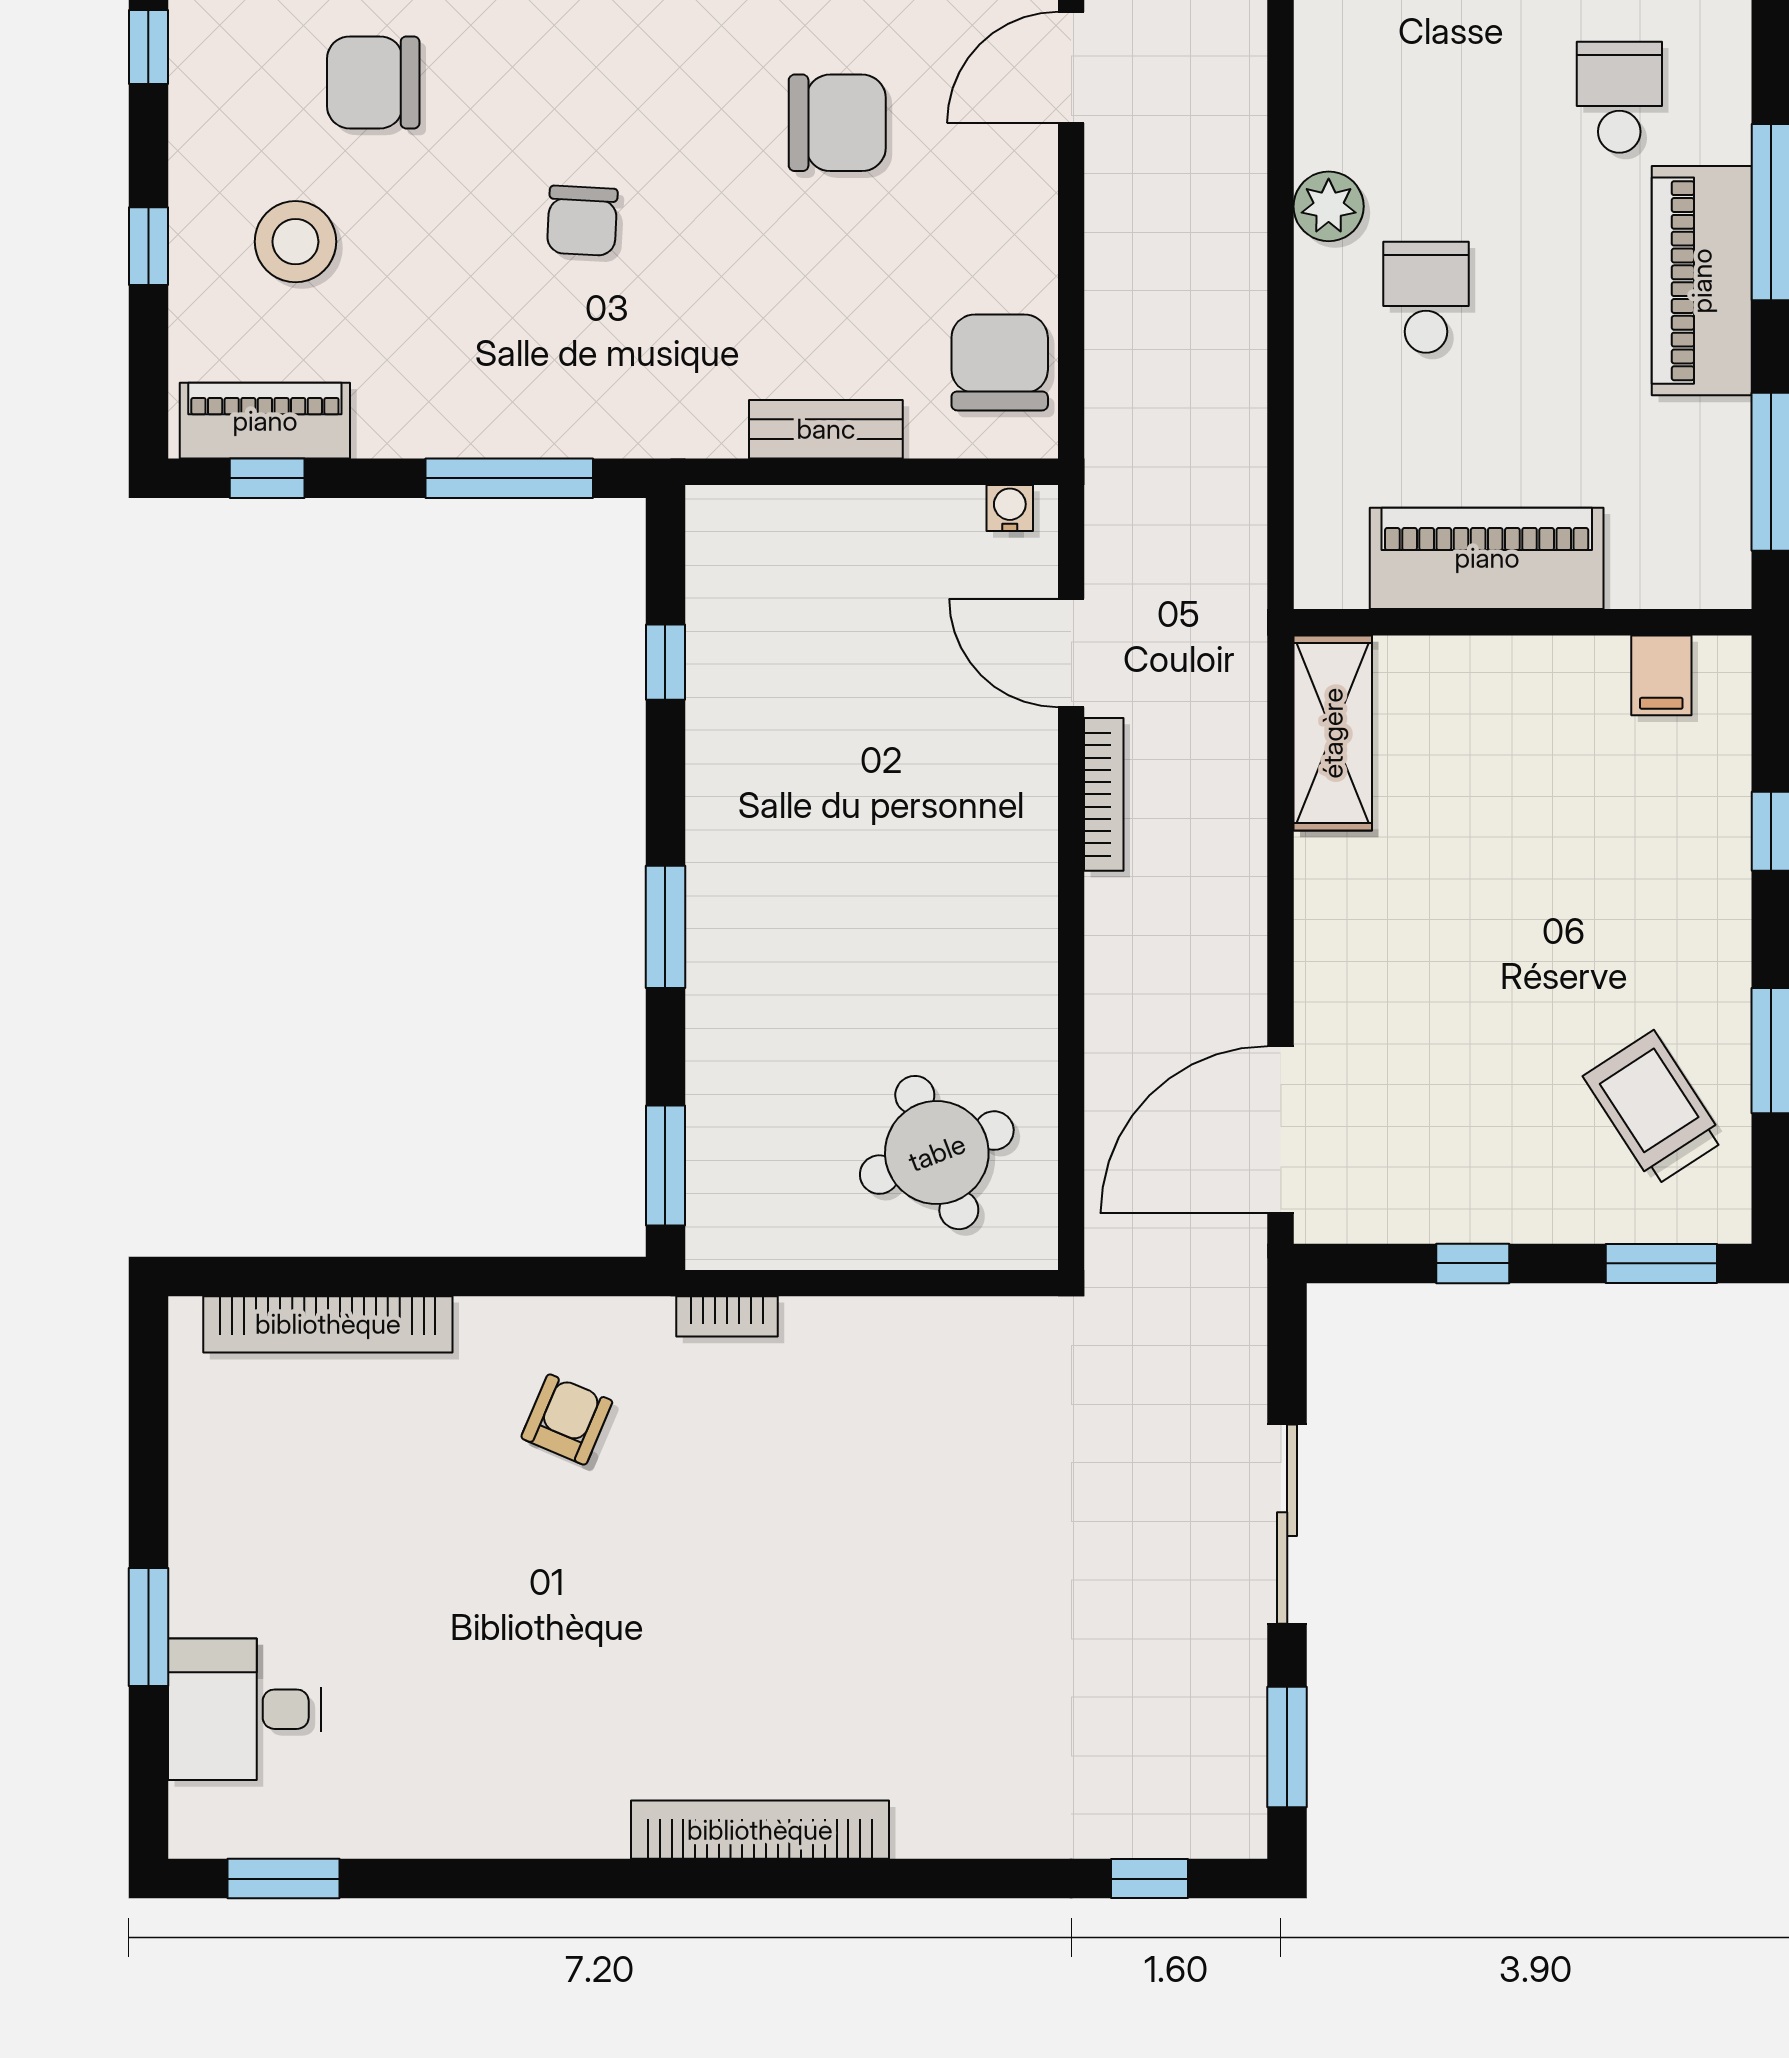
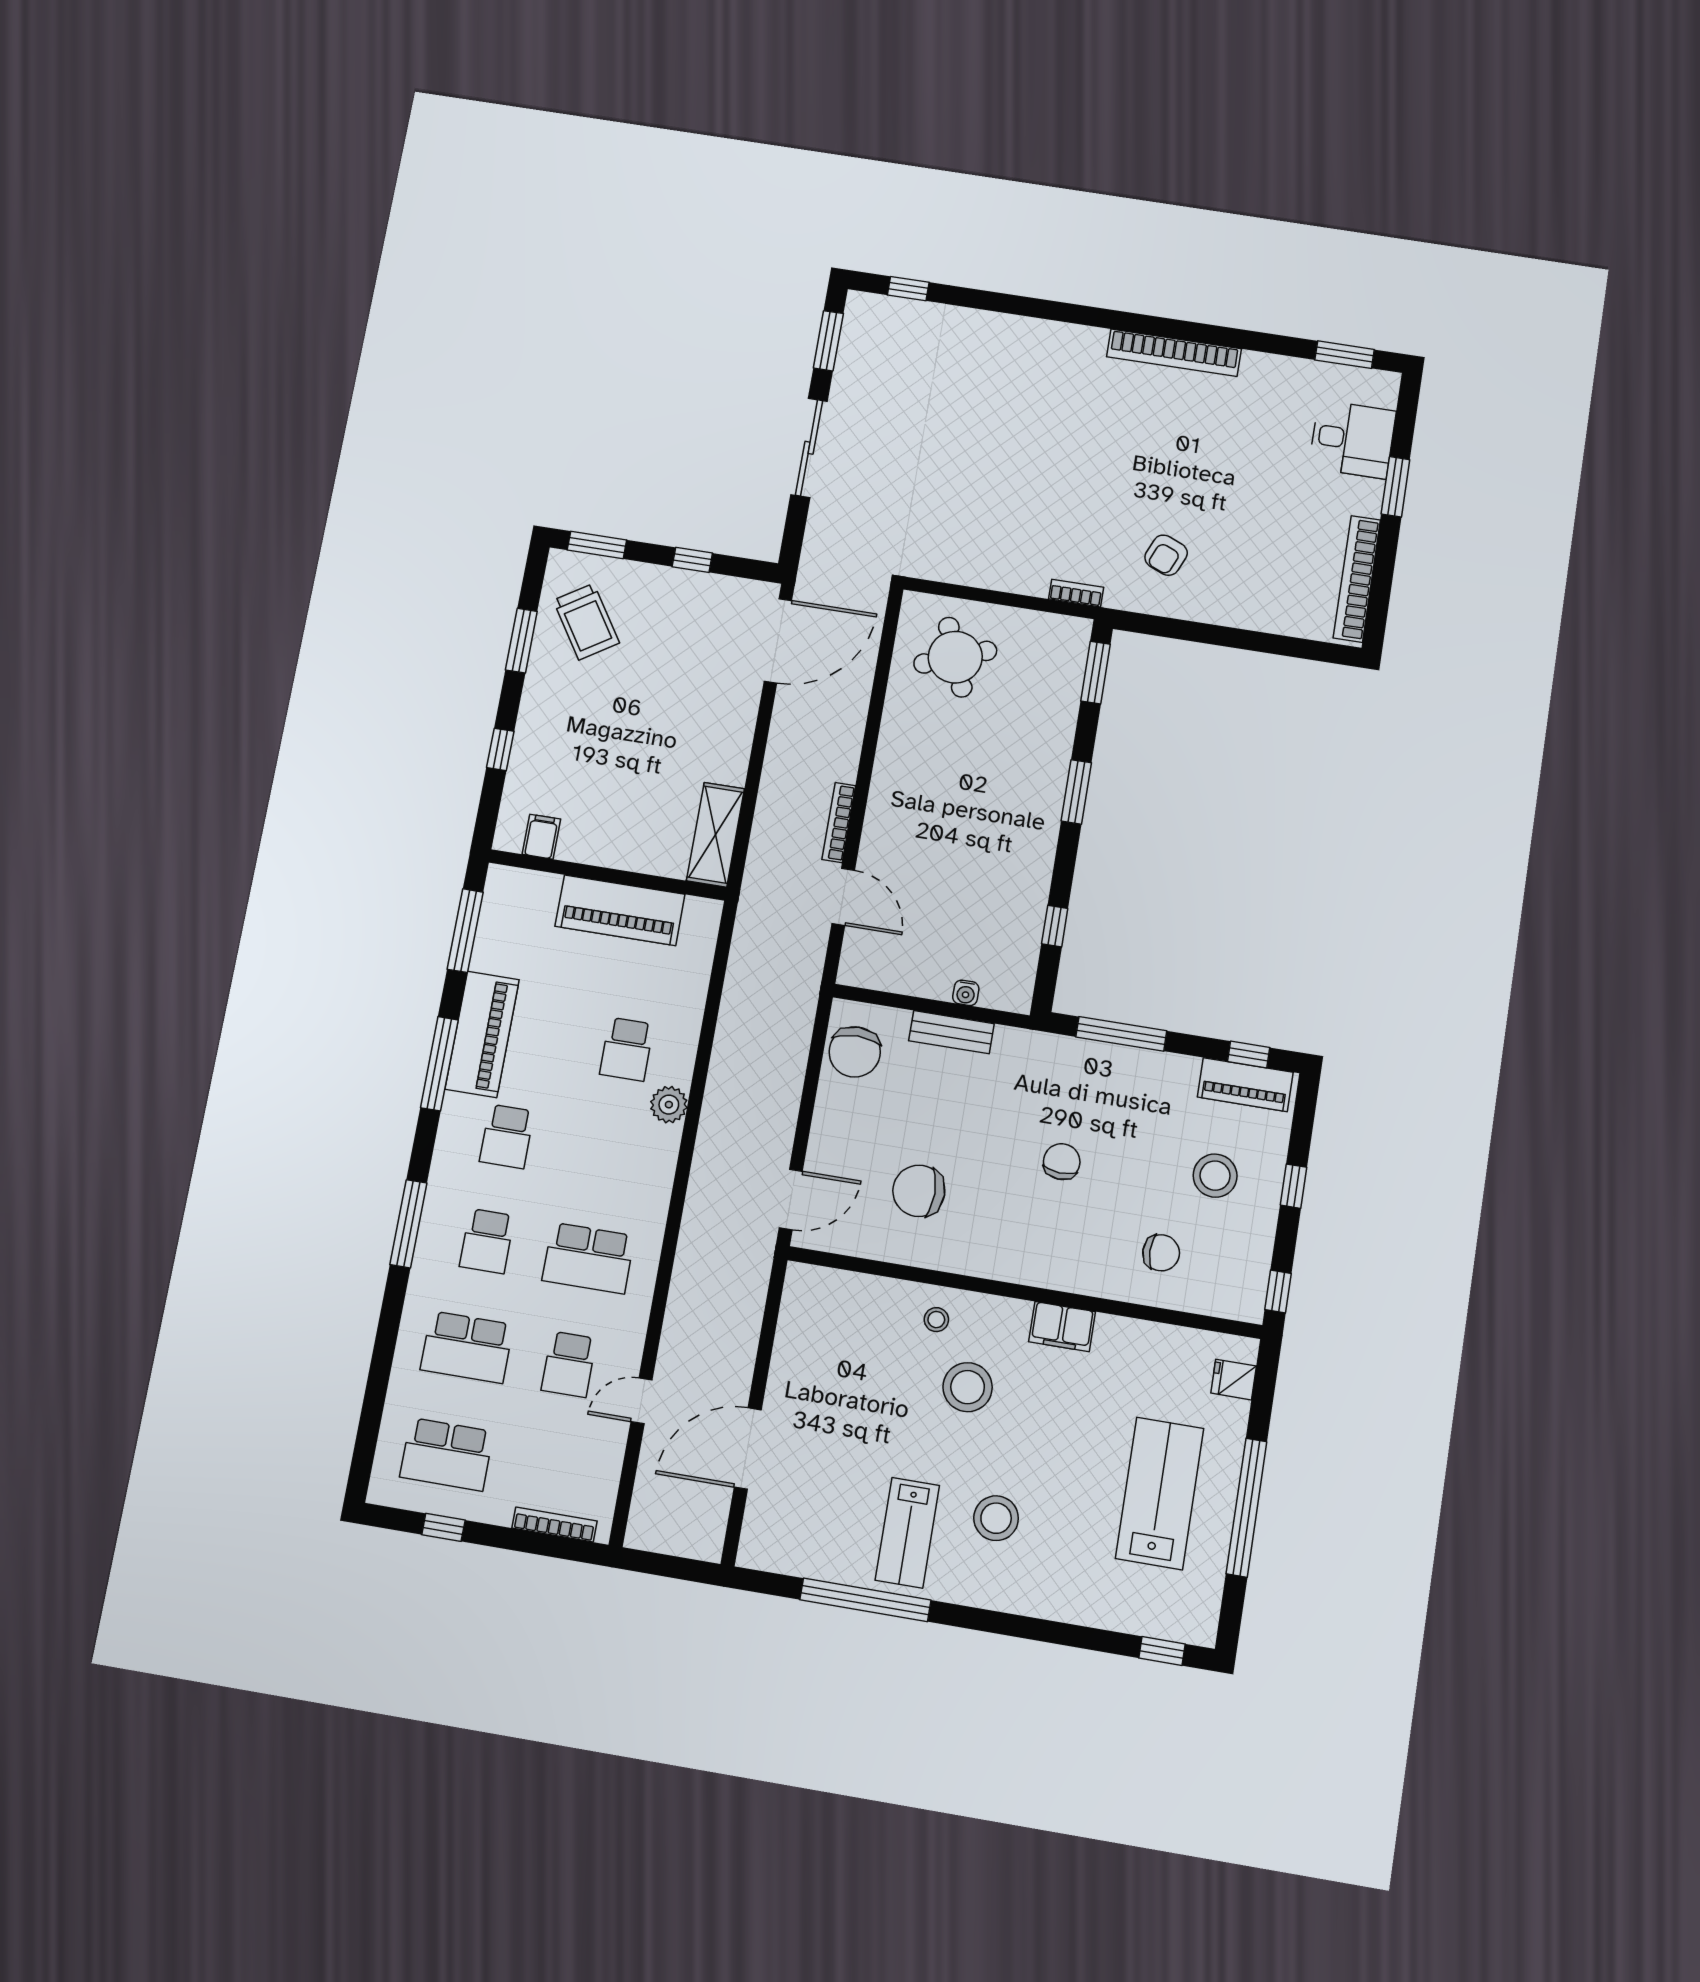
chair: (373, 82) -> (1161, 1253), width x0.73, depth x0.73
water cooler: (1010, 508) -> (966, 993), moved
bookcase: (328, 1324) -> (1357, 579), moved, turned -90
bookcase: (760, 1830) -> (1174, 353), moved

